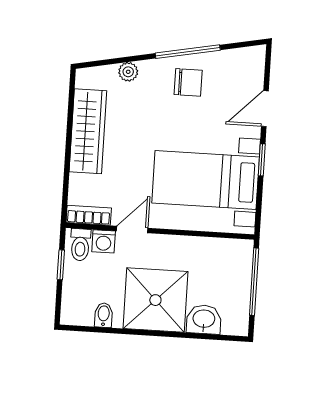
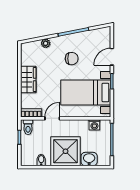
chair: (188, 82) -> (72, 59), moved
wardrobe: (88, 131) -> (28, 80), width x0.67
washing machine: (104, 241) -> (94, 125), moved

